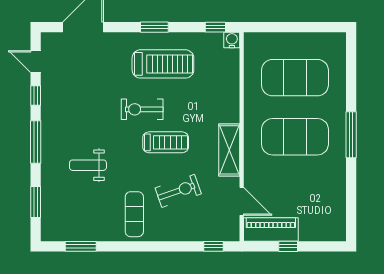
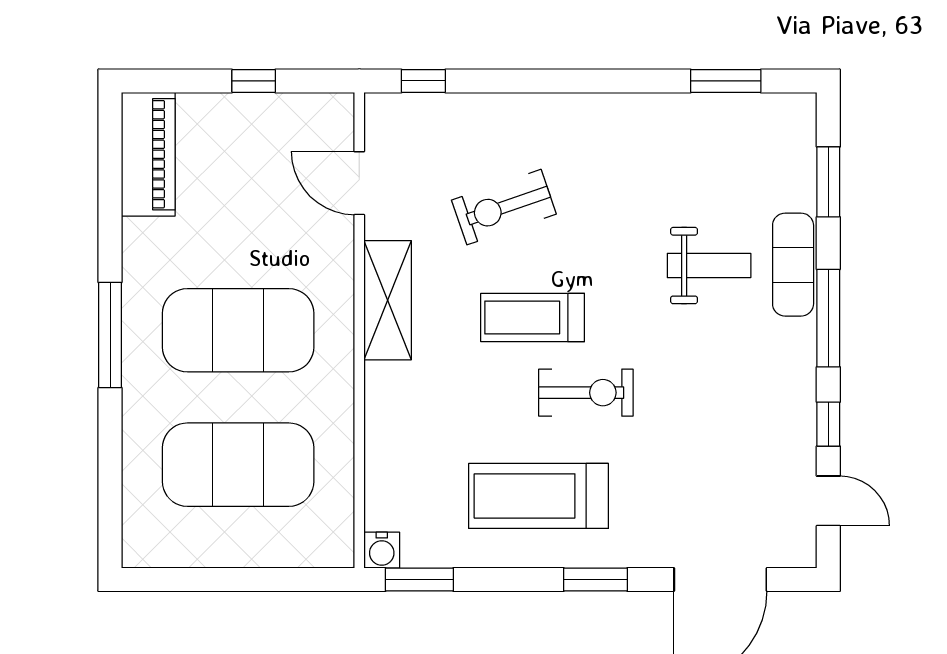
window: (154, 27) -> (596, 579), moved
window: (215, 27) -> (419, 579), width x1.50
exercise mat: (134, 214) -> (793, 265), moved
piano: (271, 229) -> (148, 154), moved, turned -90

